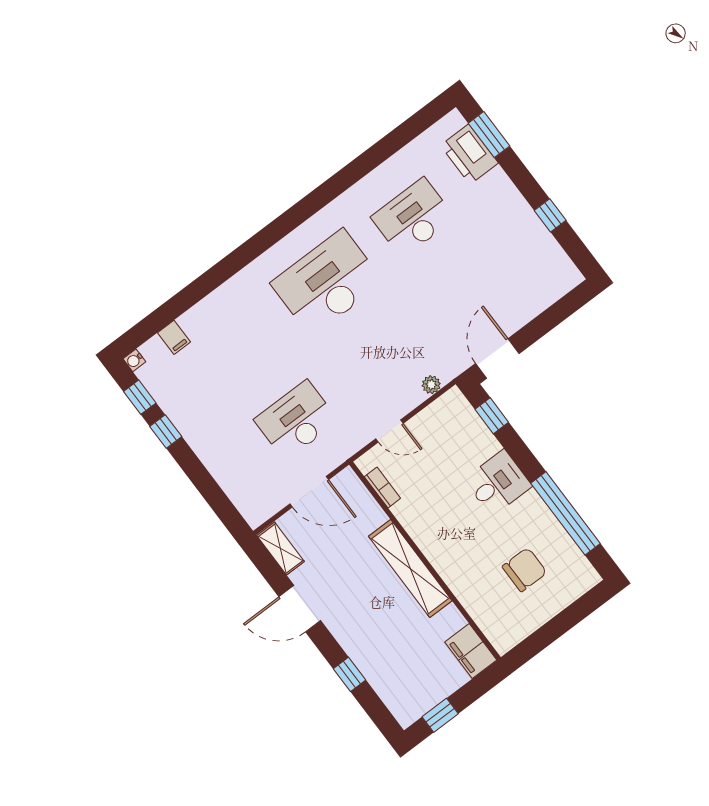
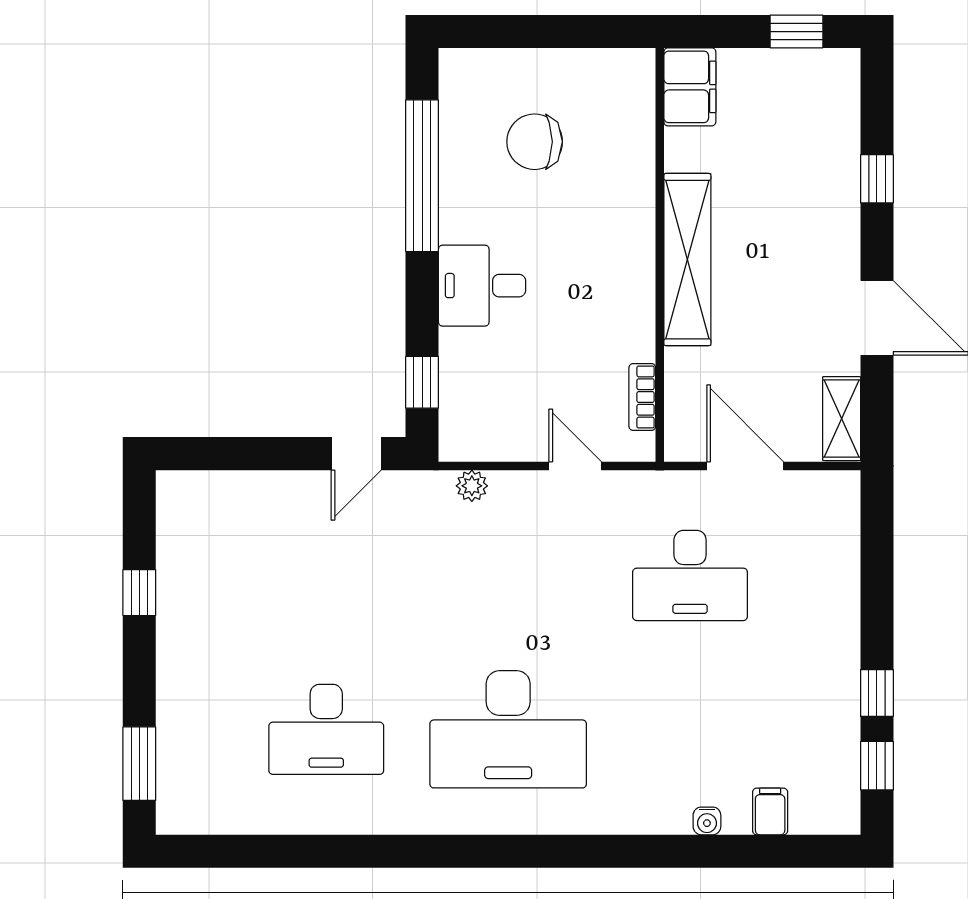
printer: (469, 154) -> (186, 757), removed
door: (497, 358) -> (356, 454), width x0.73
water cooler: (134, 360) -> (707, 821), moved, turned 90

